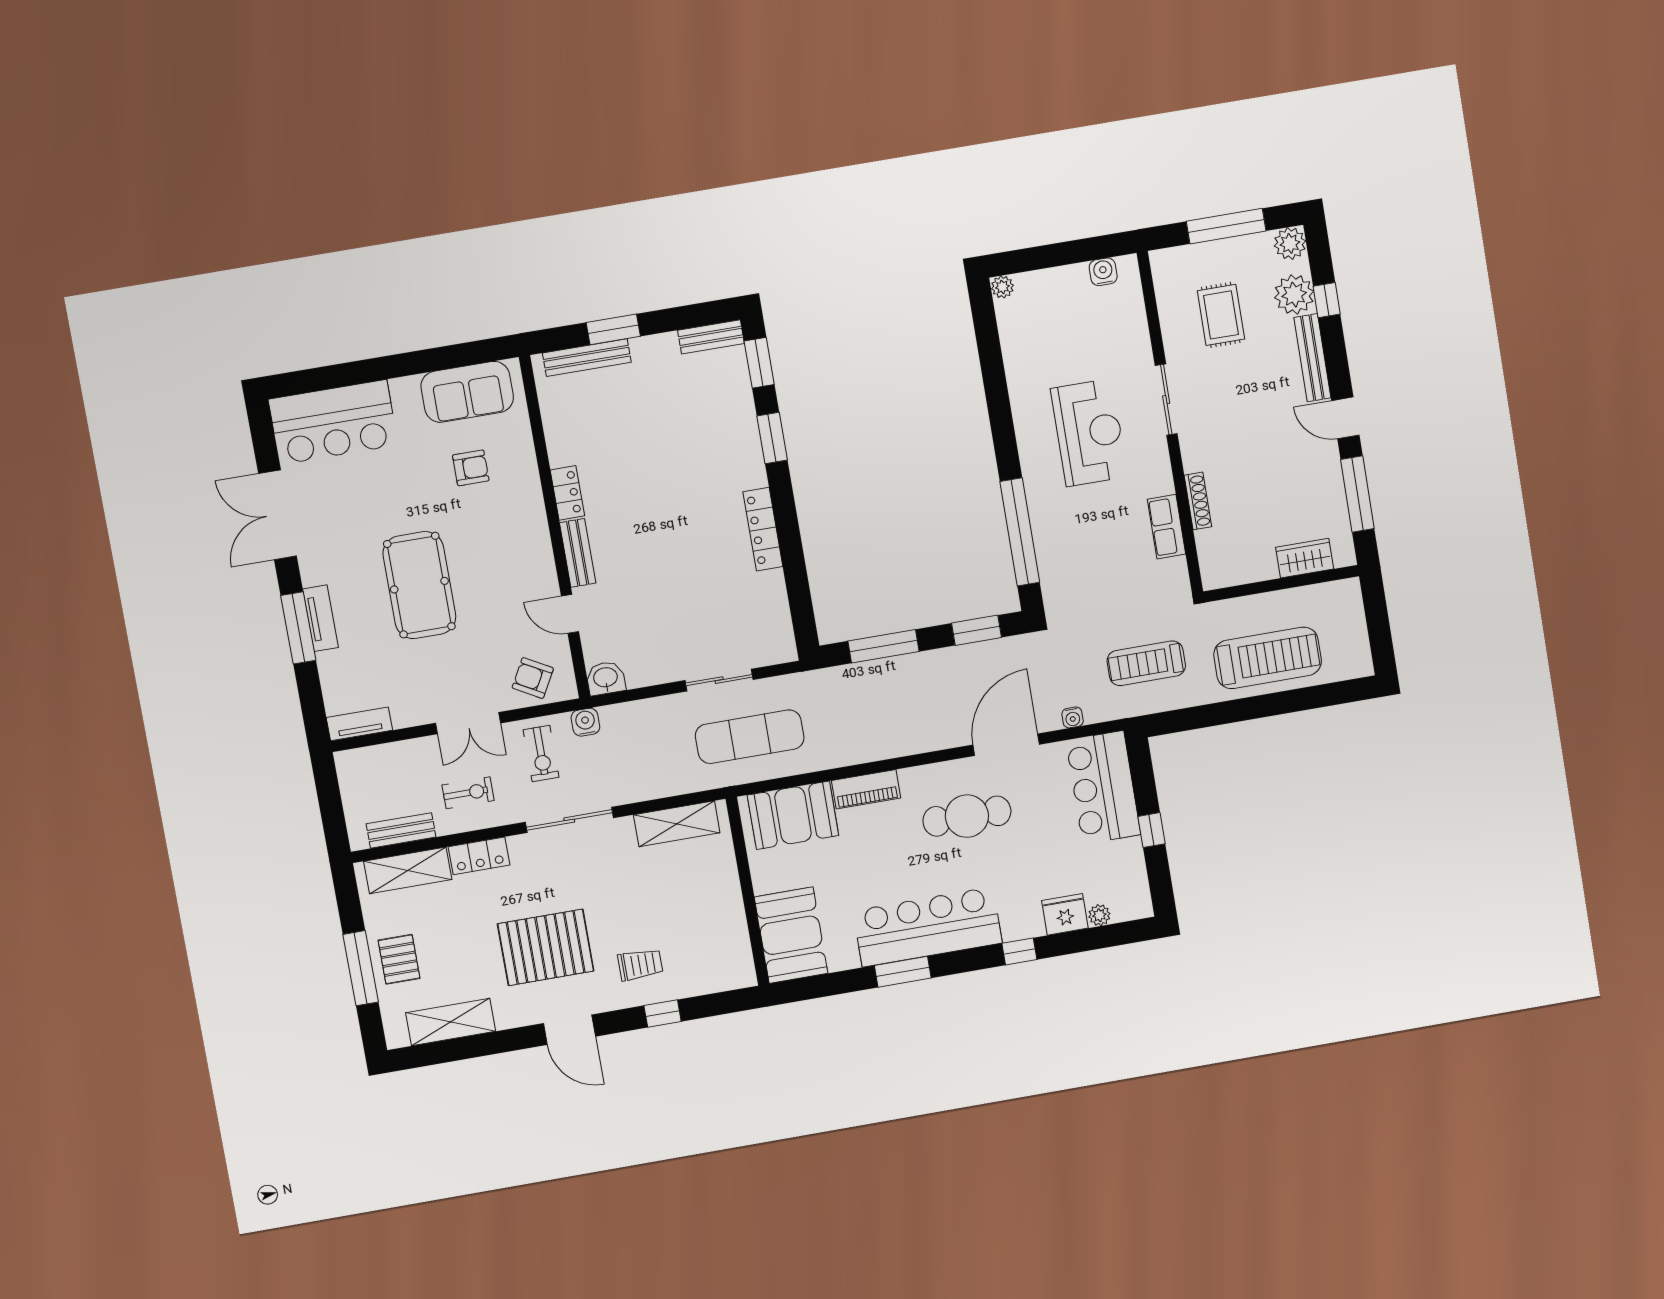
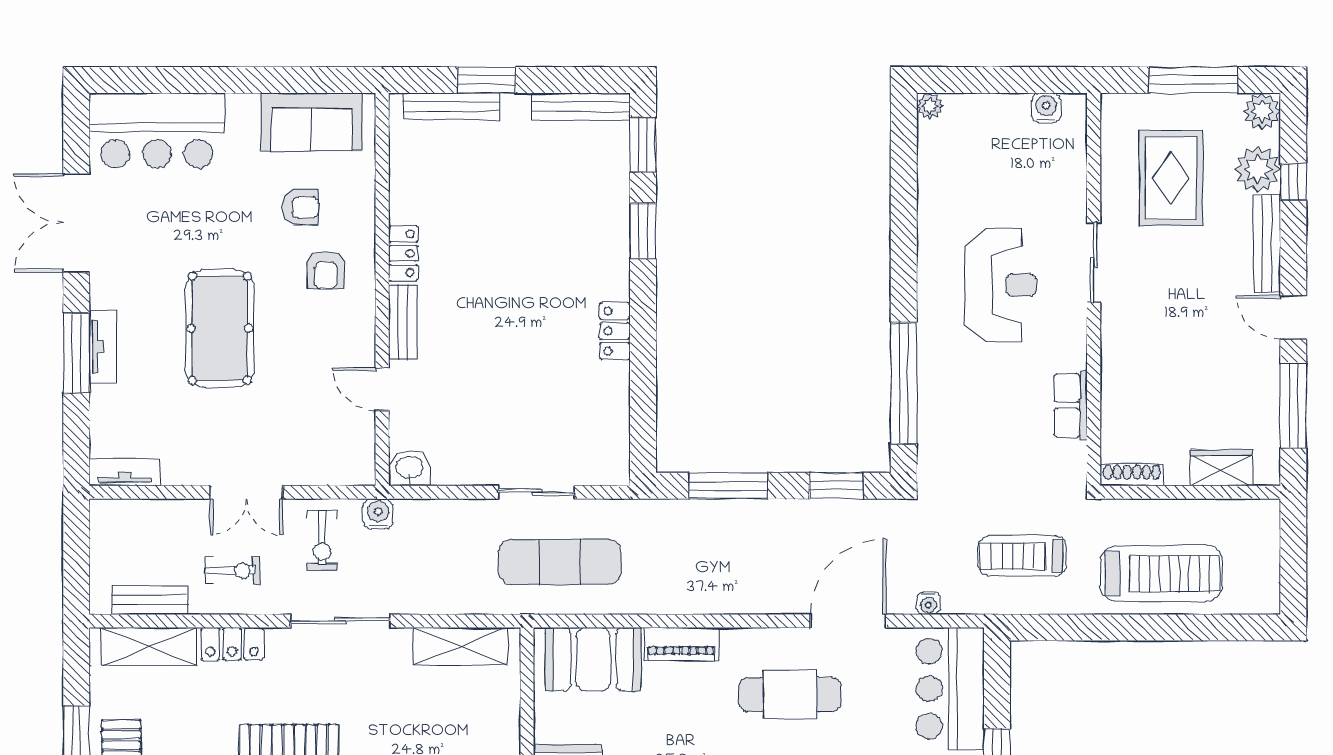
rug: (1221, 315) -> (1171, 178), width x1.36, depth x1.43
bench: (711, 337) -> (581, 107), width x1.36
shoe rack: (1198, 501) -> (1132, 475), moved, turned -90
locker: (763, 529) -> (615, 331), width x0.66
armchair: (533, 678) -> (326, 270), moved, turned -119

